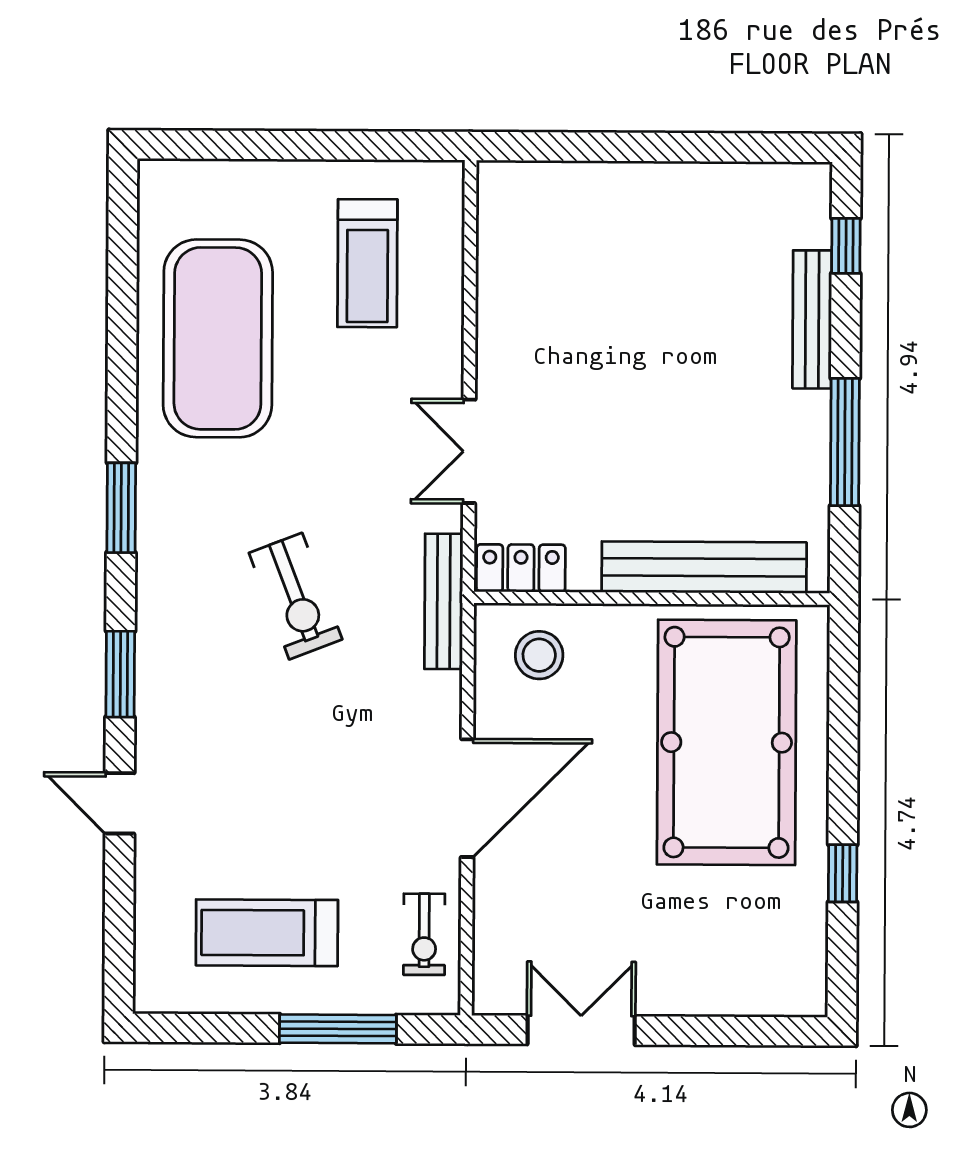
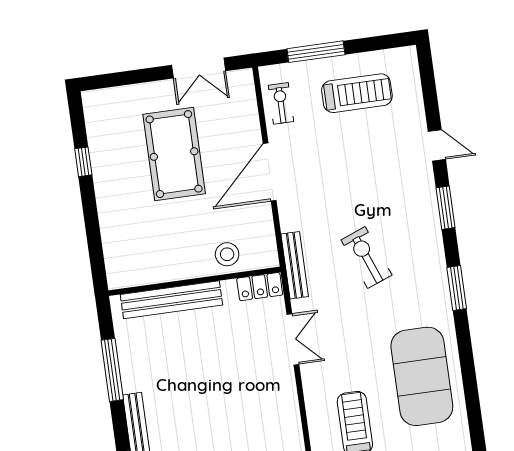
stool: (539, 655) -> (227, 254), moved
pool table: (727, 742) -> (174, 154), moved, width x0.73, depth x0.76

